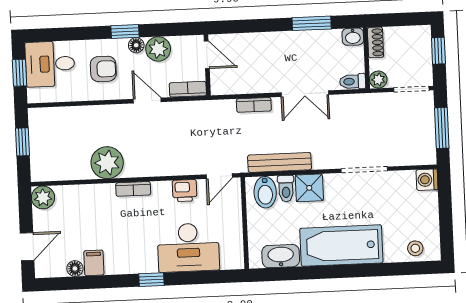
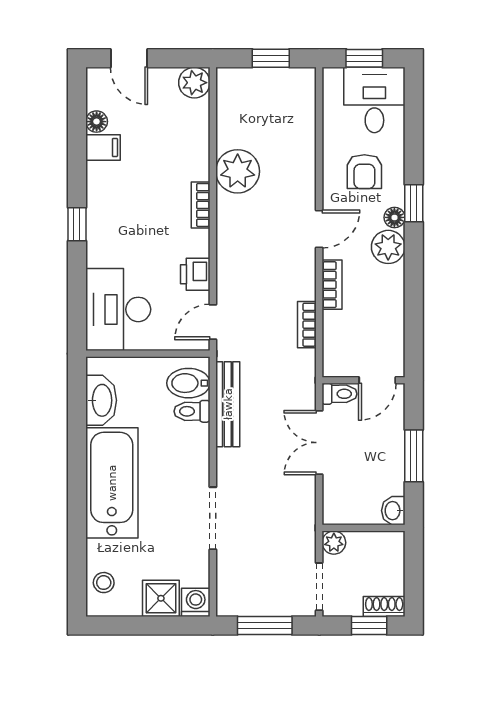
shoe rack: (375, 42) -> (384, 607), moved, turned 180
door: (207, 55) -> (377, 380), moved
wall: (207, 65) -> (363, 380), moved
toilet: (353, 81) -> (339, 394), moved, turned 90
bookcase: (254, 105) -> (307, 325), moved
door: (219, 176) -> (213, 322), hinge flipped
shower: (309, 188) -> (161, 598), moved
desk: (188, 248) -> (118, 309), moved

